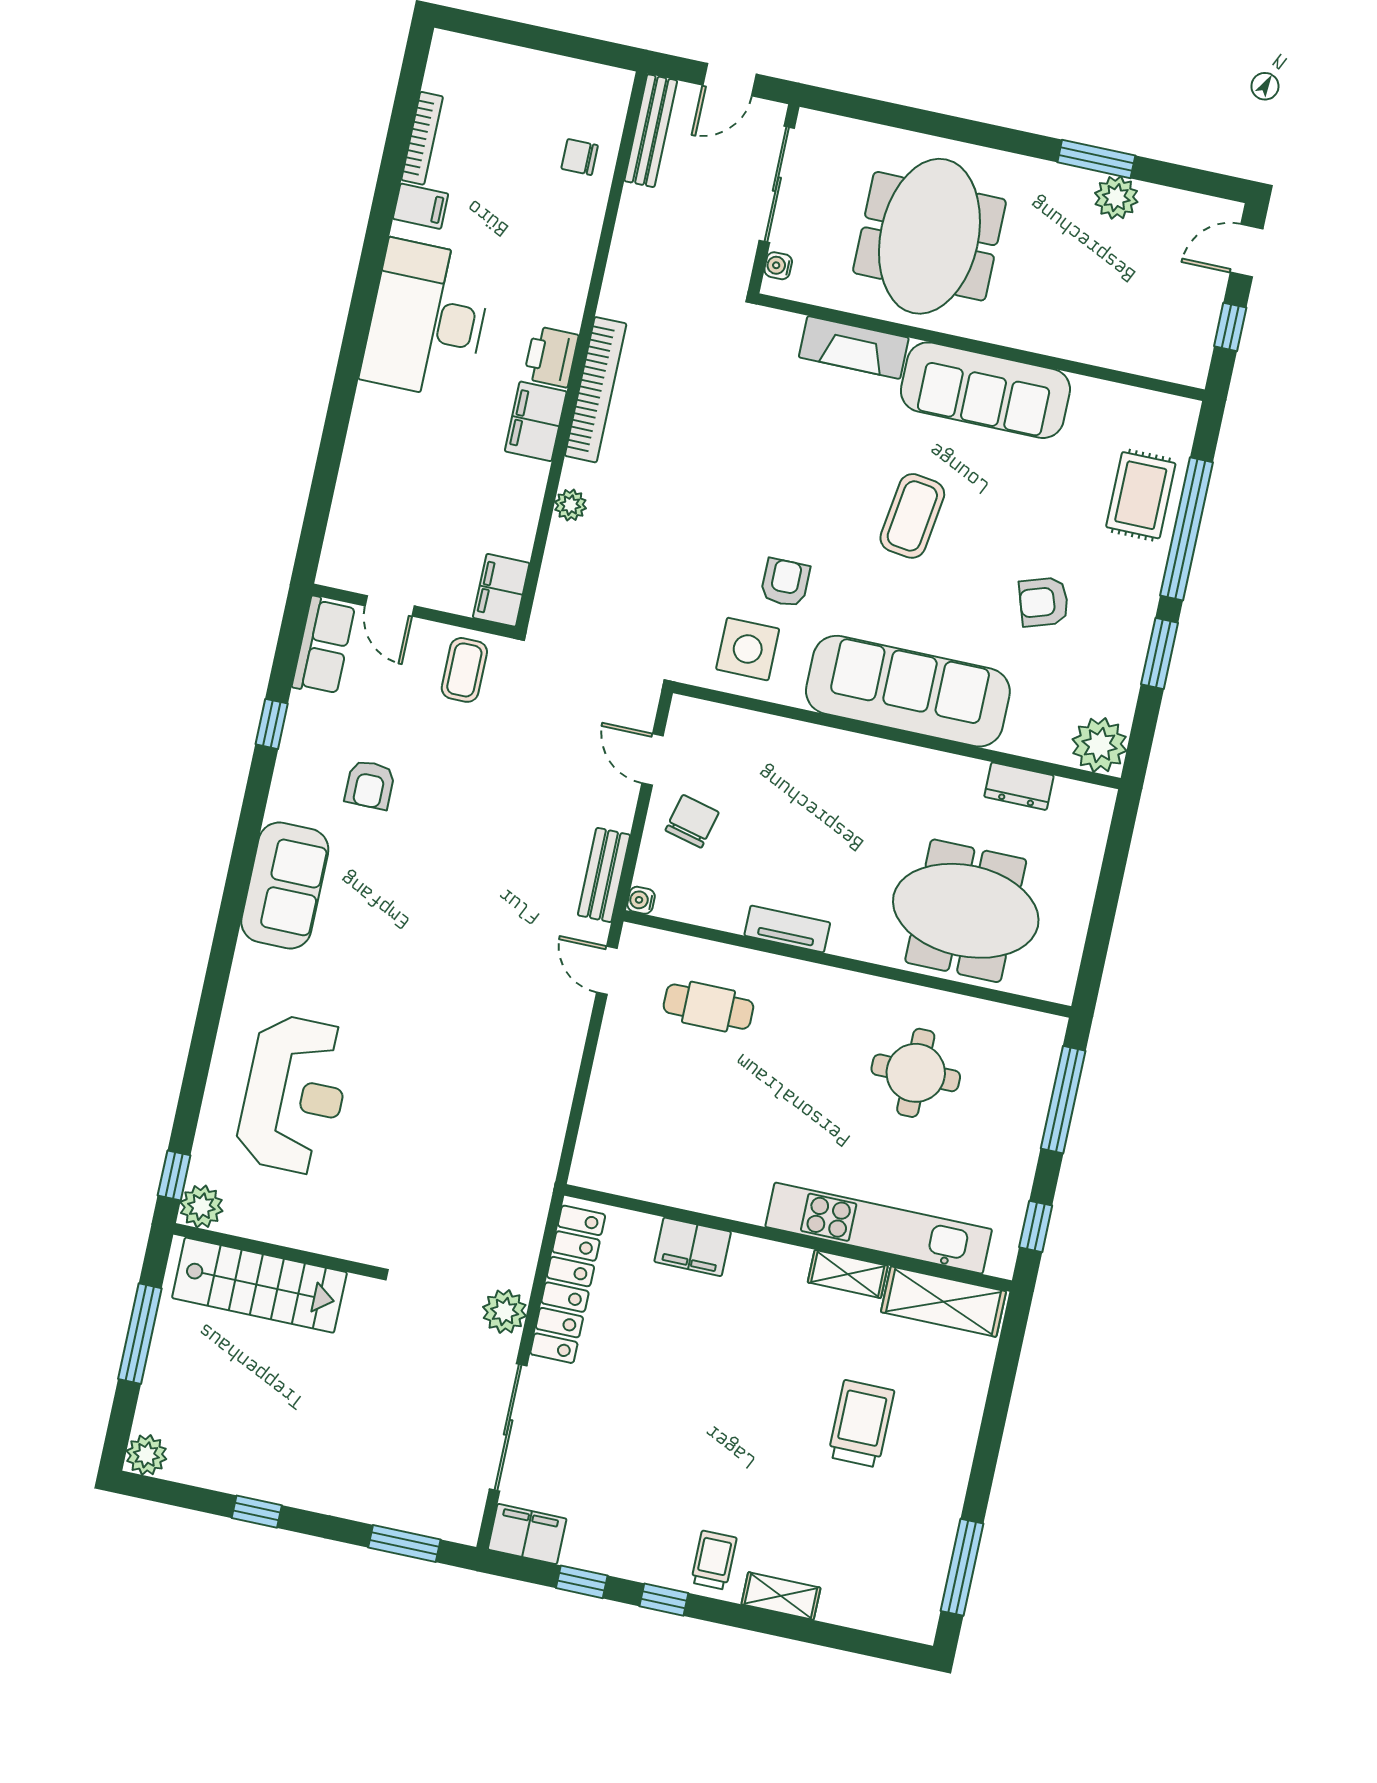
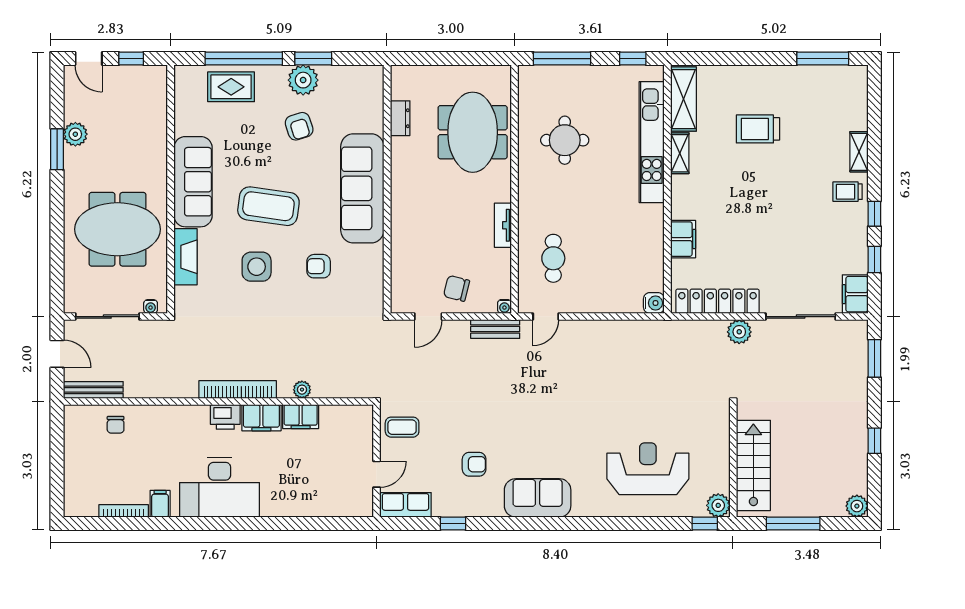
coffee table: (912, 516) -> (268, 206), width x1.36, depth x1.32
filing cabinet: (501, 590) -> (301, 417), moved
side table: (748, 649) -> (257, 267), moved
plant: (1100, 745) -> (303, 80), moved
water cooler: (589, 1170) -> (654, 303), added

